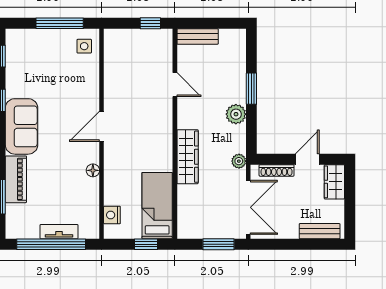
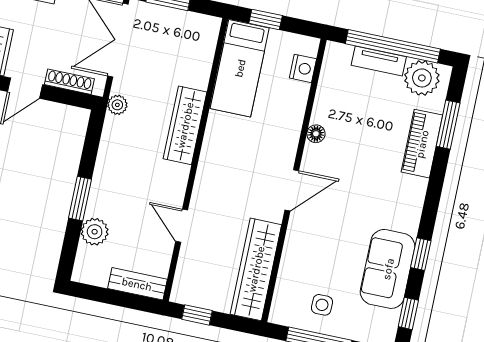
side table: (84, 46) -> (322, 305), moved
wardrobe: (115, 65) -> (256, 269), added
plant: (236, 114) -> (95, 232), moved
sofa: (22, 126) -> (388, 269), moved
plant: (26, 226) -> (422, 78), added

